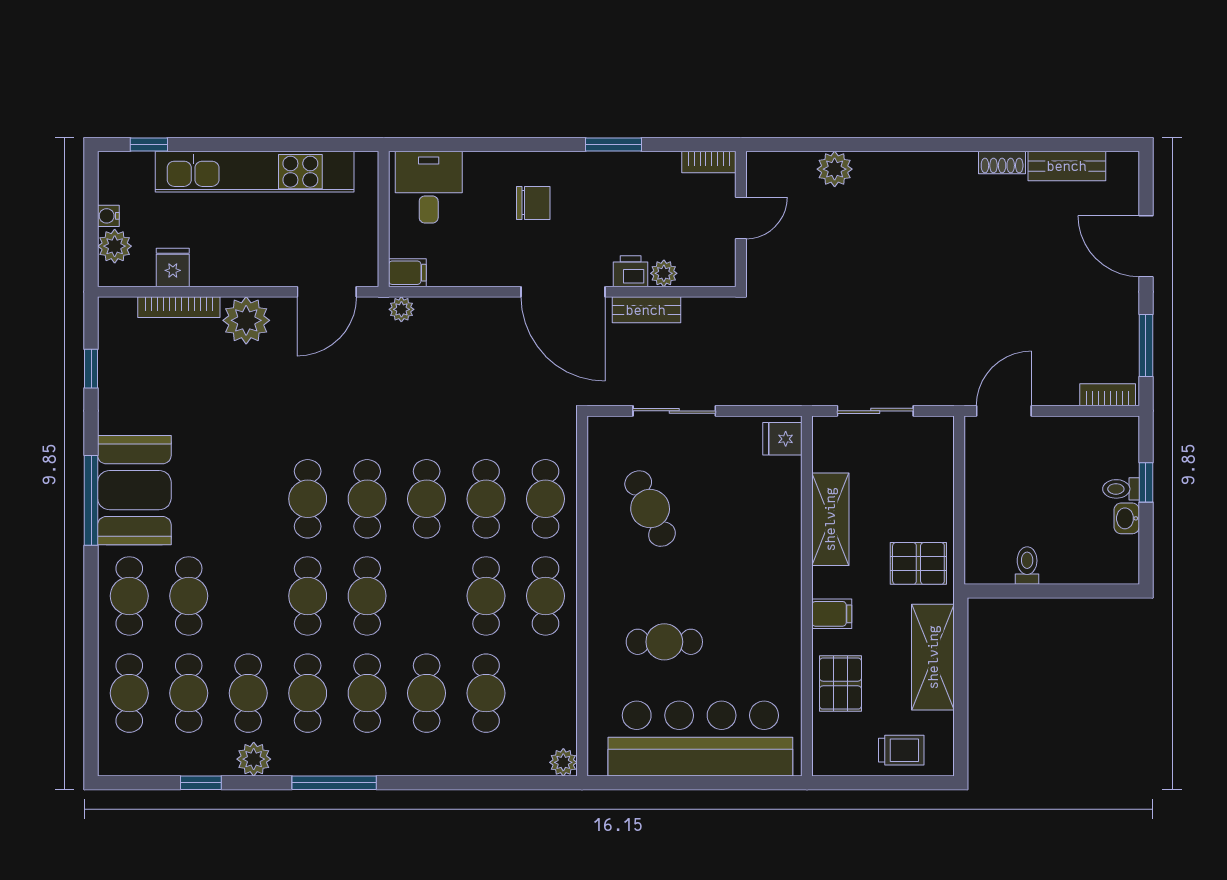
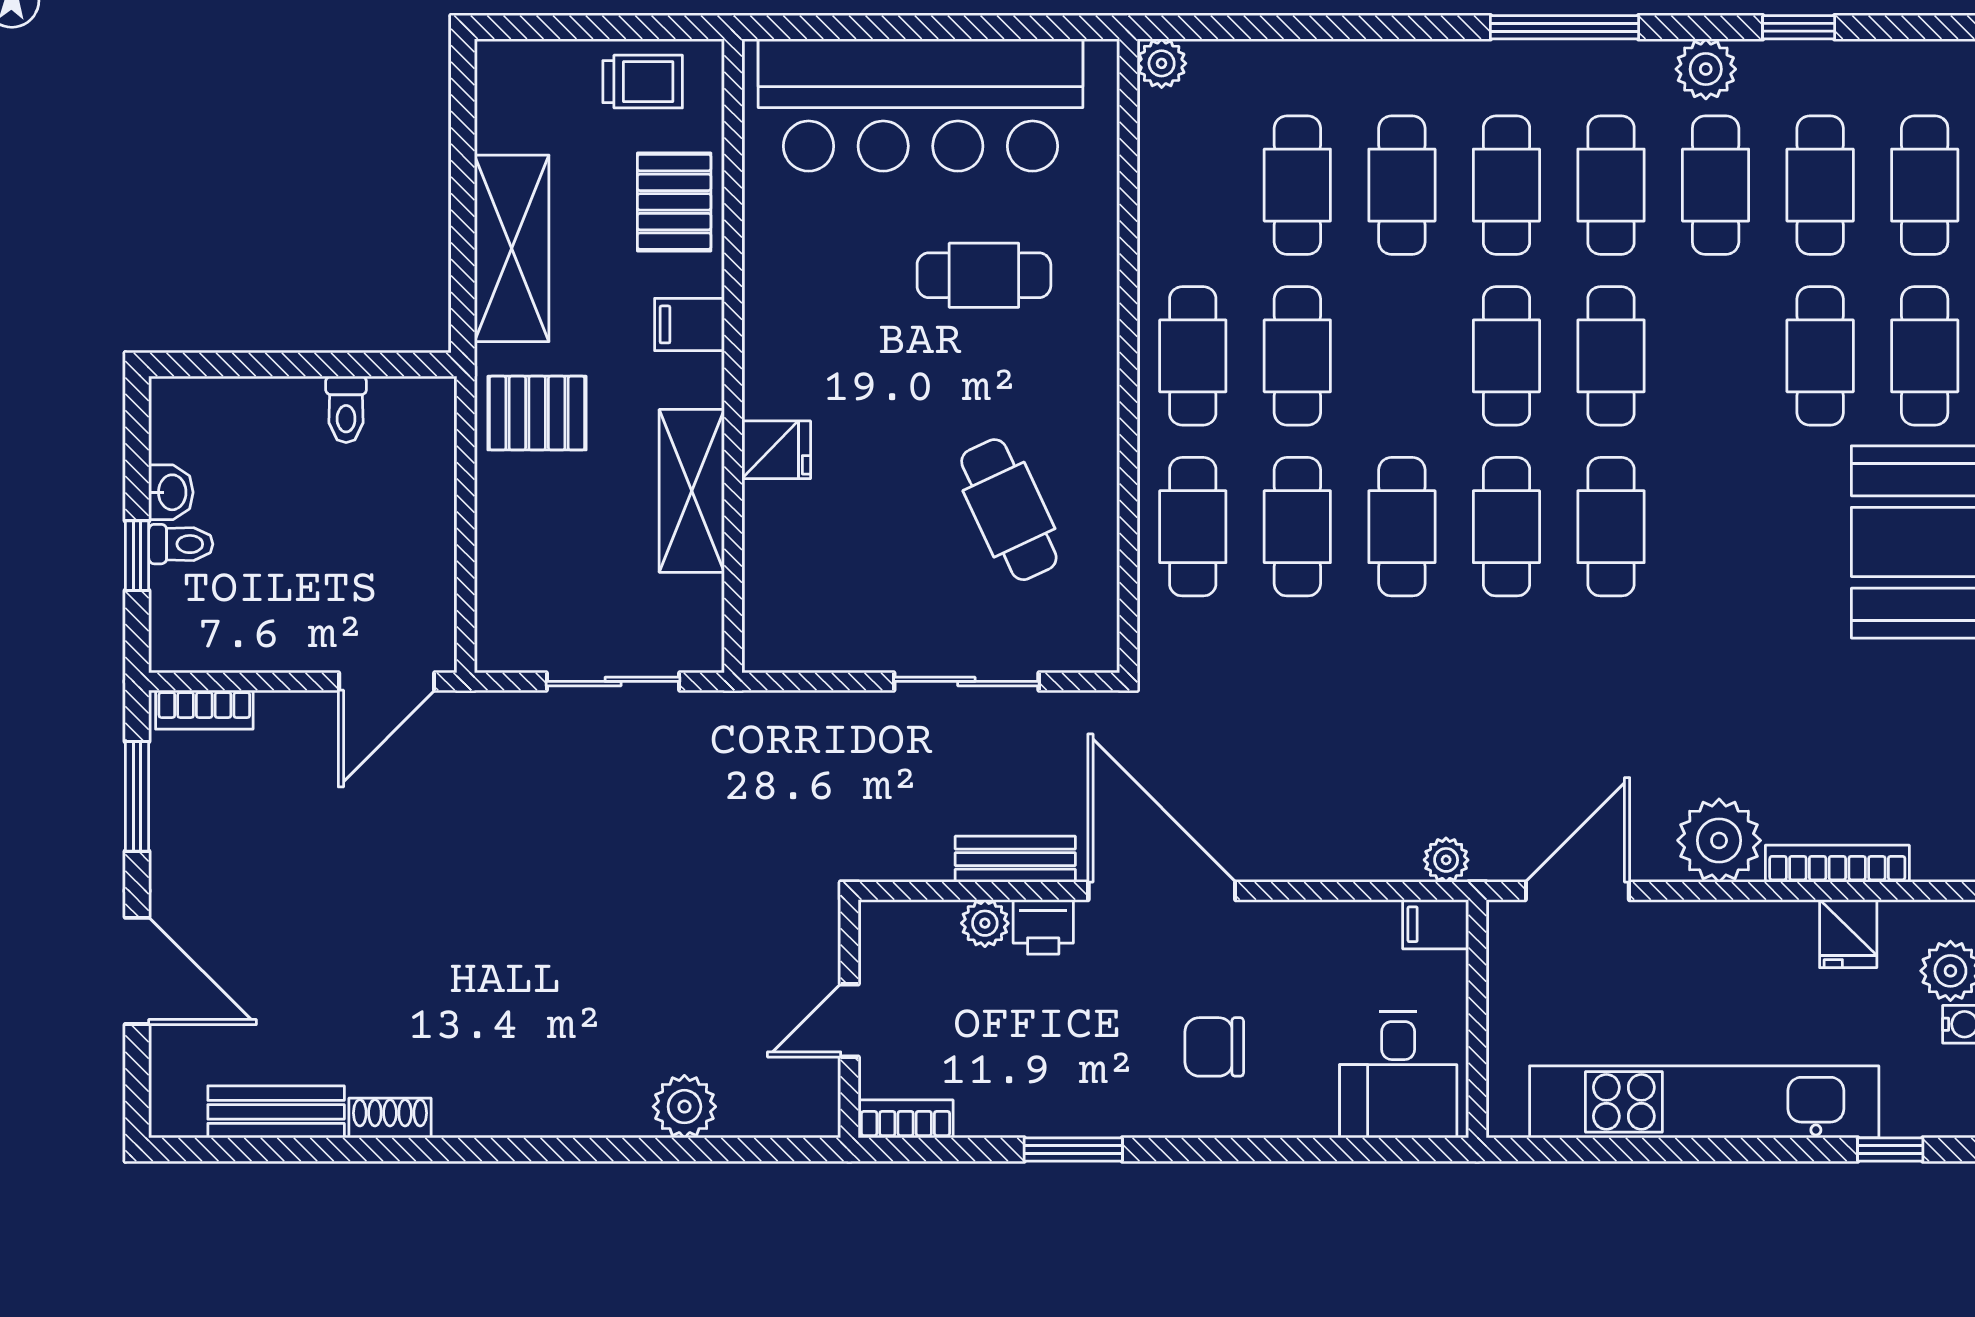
fridge: (782, 439) -> (776, 450), moved
trolley: (901, 750) -> (643, 82), moved, turned 180

